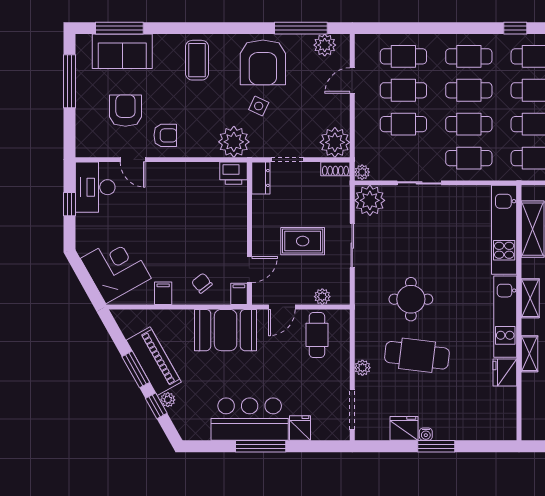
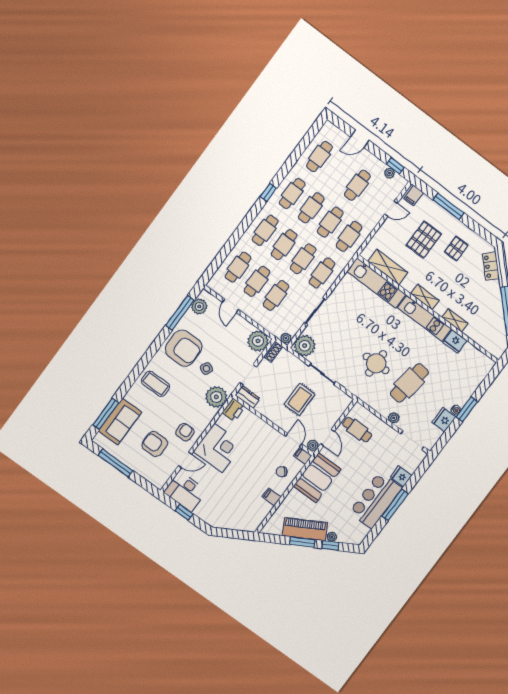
corner desk: (116, 268) -> (218, 448), moved, turned 119
plant: (322, 297) -> (313, 445), moved

